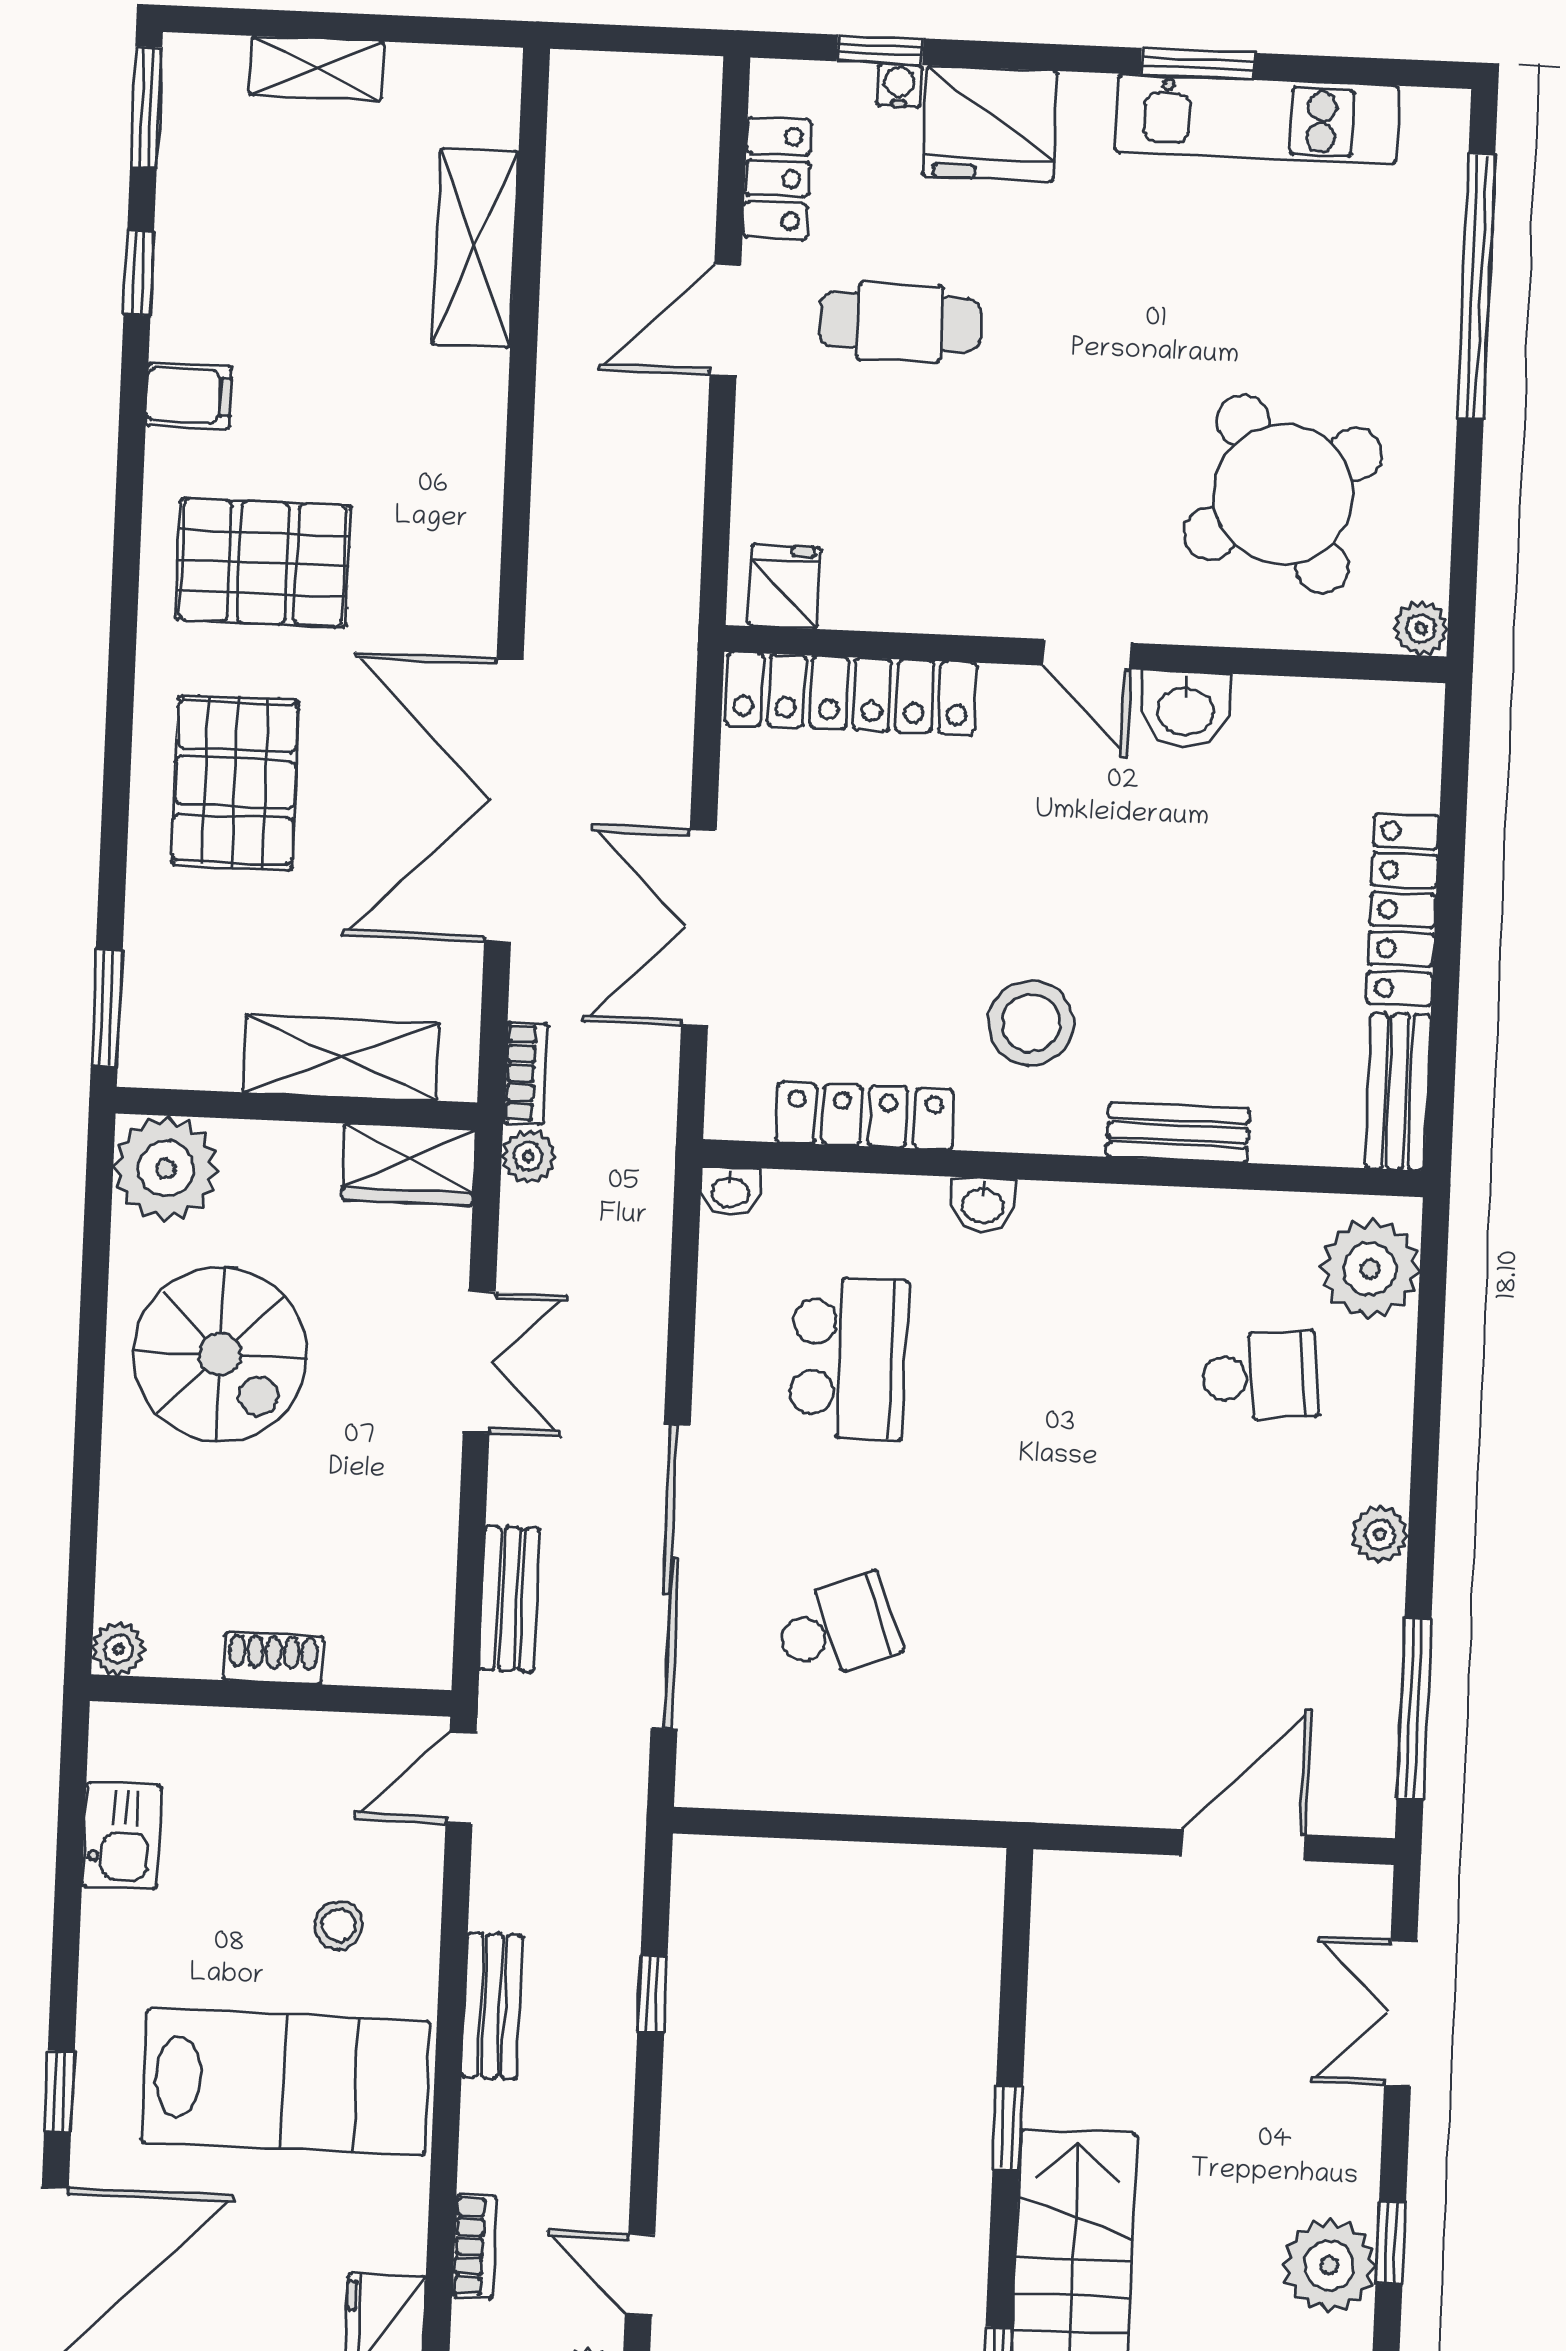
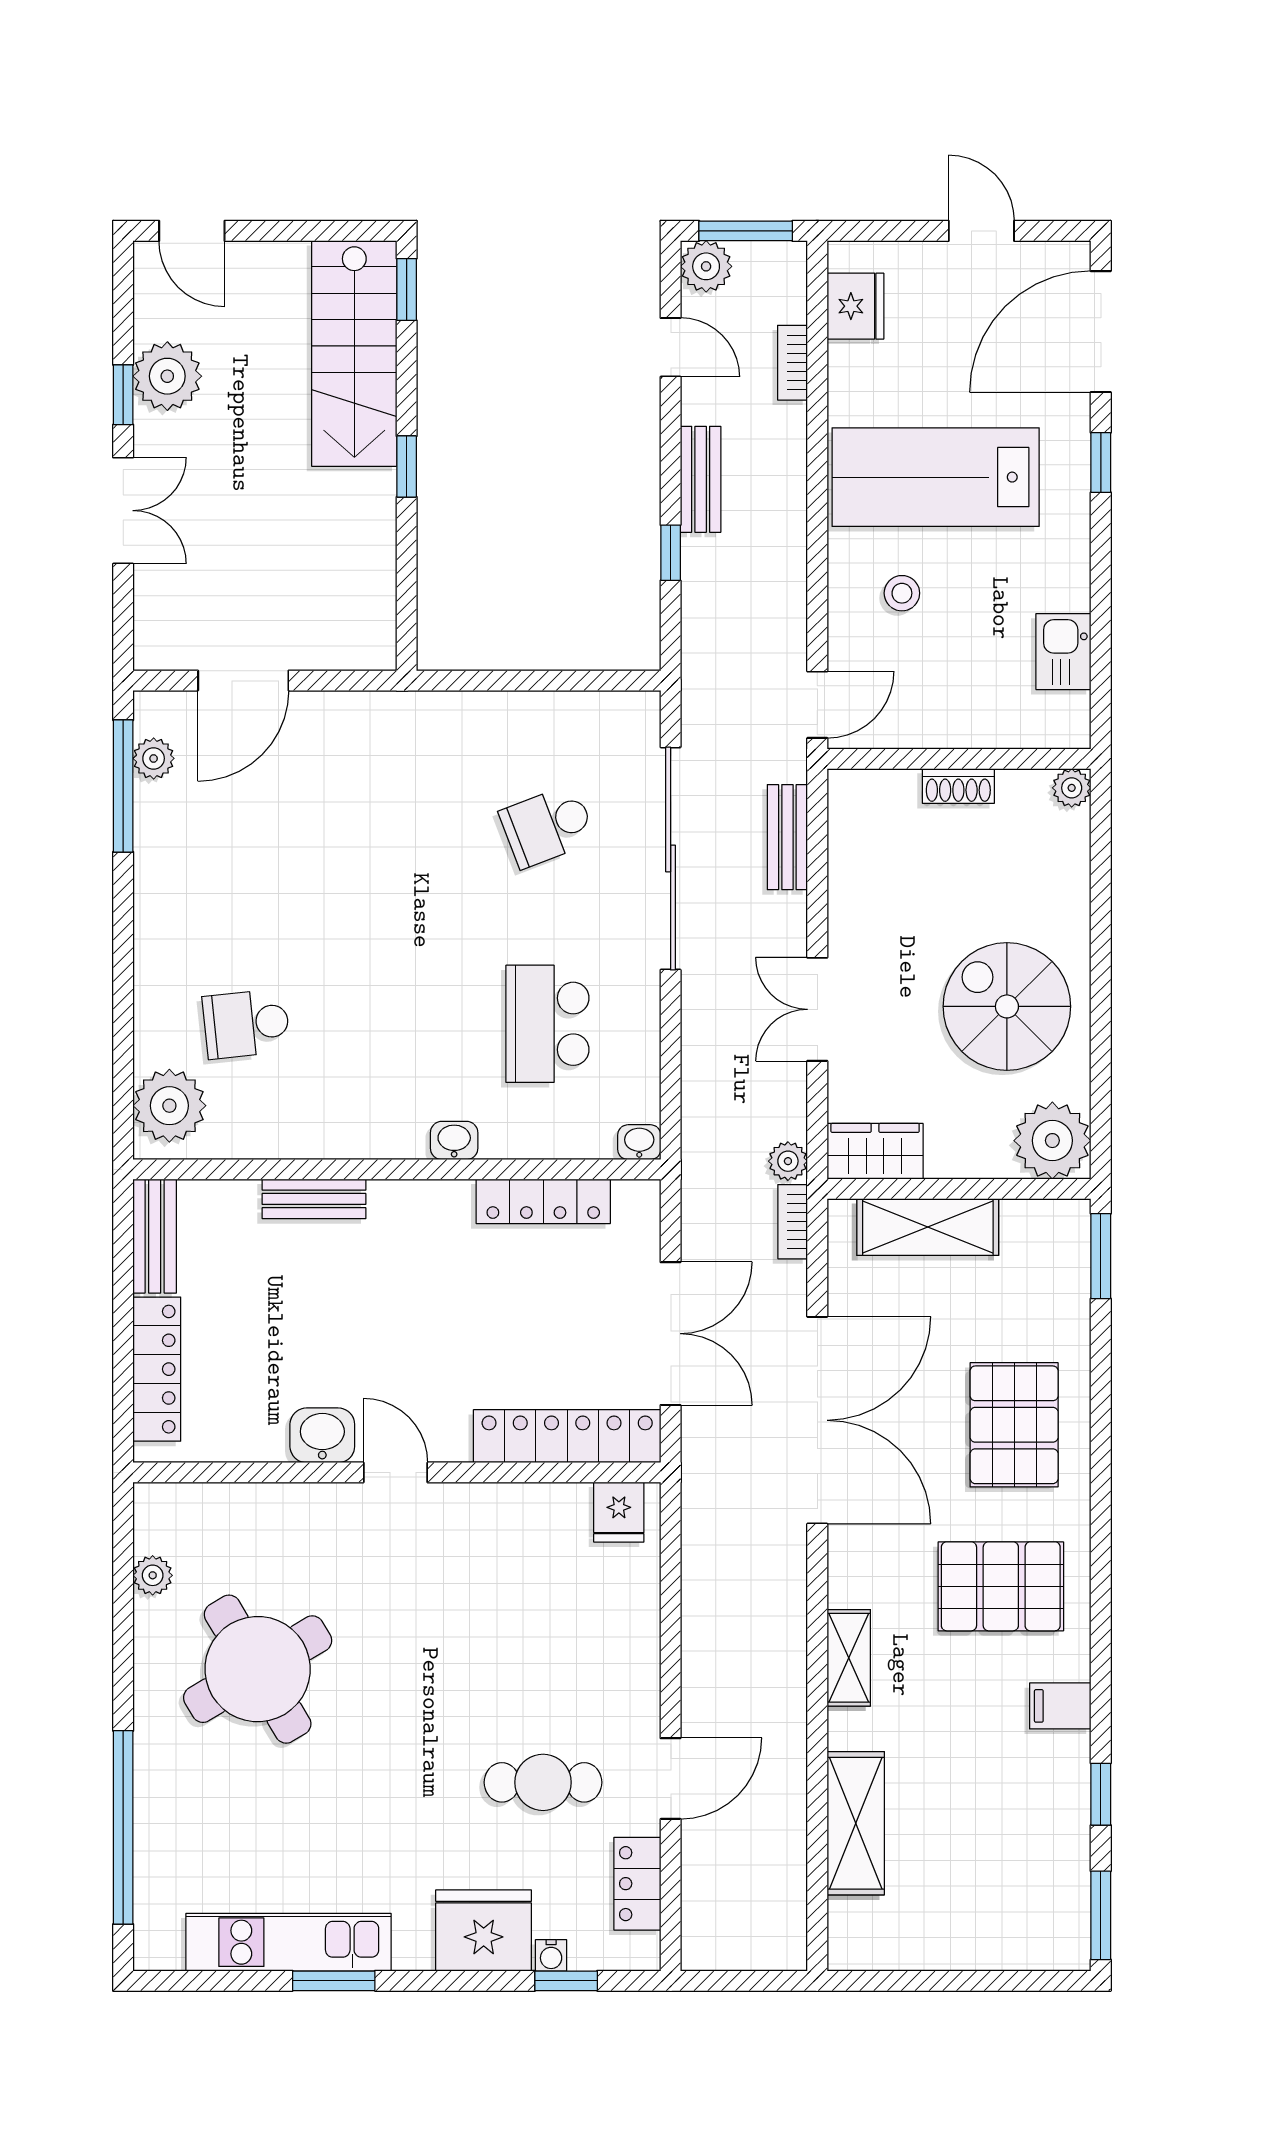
shelving: (317, 68) -> (849, 1658), moved, turned 90
fridge: (785, 587) -> (619, 1512), moved
wall: (1085, 654) -> (397, 1472), moved
door: (1087, 654) -> (395, 1472), moved
locker: (851, 694) -> (567, 1436), moved
washbasin: (1185, 709) -> (322, 1435), moved
stool: (1031, 1023) -> (425, 1275), removed
plant: (1380, 1535) -> (154, 758), moved
bench: (492, 2006) -> (701, 479), moved
double door: (1401, 2013) -> (123, 511), moved

